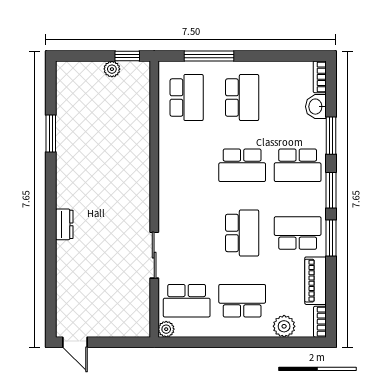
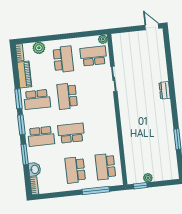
school desk: (298, 165) -> (41, 136), turned 180
school desk: (242, 301) -> (63, 59), turned -90

